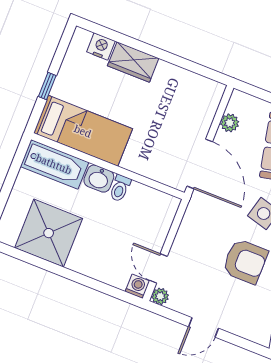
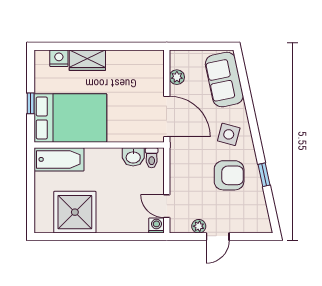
bed: (83, 131) -> (70, 118), width x1.50
washbasin: (99, 179) -> (133, 157), moved
toilet: (120, 188) -> (152, 158), moved
plant: (160, 296) -> (199, 226), moved

